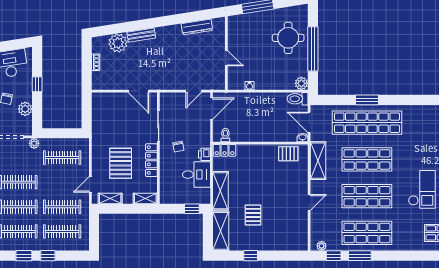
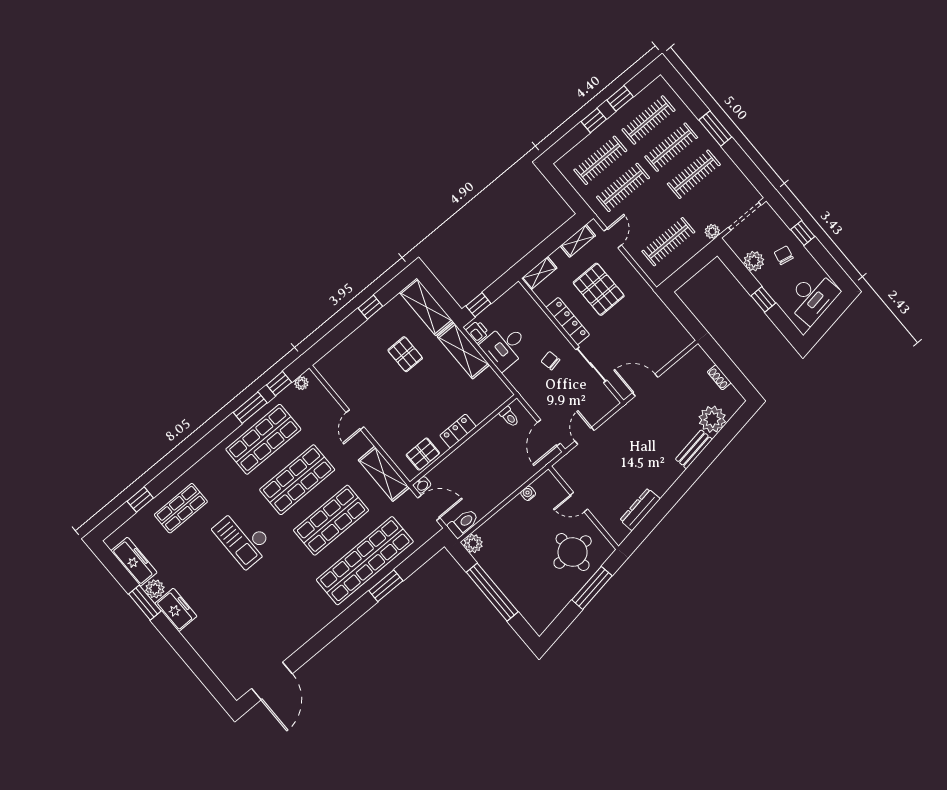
round table: (288, 38) -> (573, 552), moved
locker: (225, 150) -> (458, 431), moved
printer: (204, 154) -> (477, 332), moved

